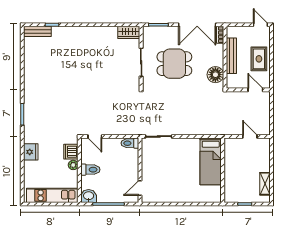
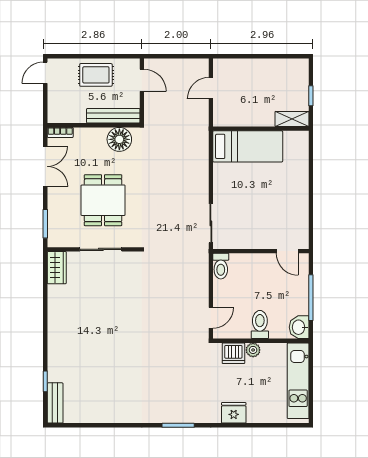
double door: (197, 25) -> (45, 166), width x0.73
bench: (231, 56) -> (113, 116), moved
door: (255, 90) -> (142, 80), swing flipped
shelving: (265, 184) -> (292, 119), moved

